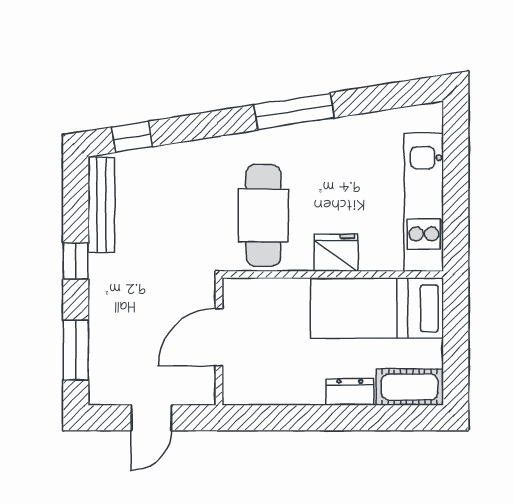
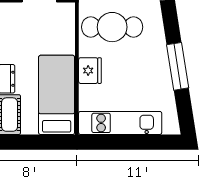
window: (294, 111) -> (178, 66), moved

